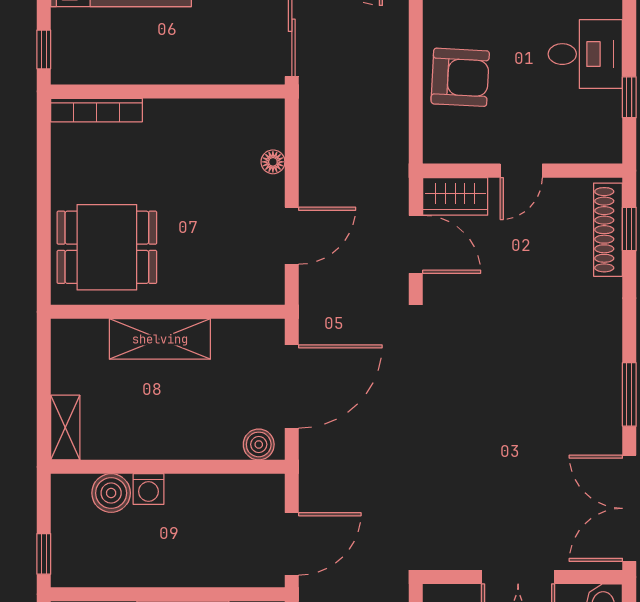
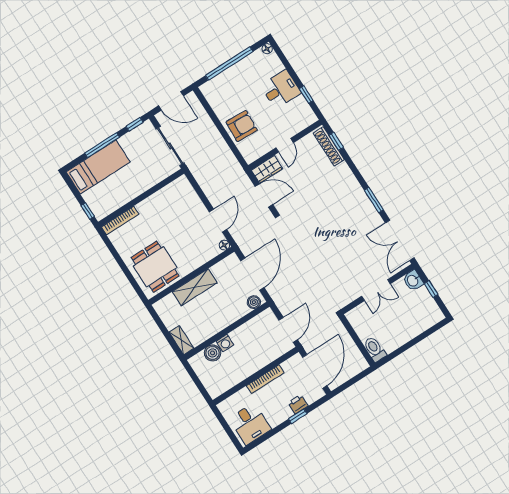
floor lamp: (273, 162) -> (224, 245), moved
dining table: (107, 247) -> (155, 267), turned 90
window: (44, 554) -> (202, 390), removed

